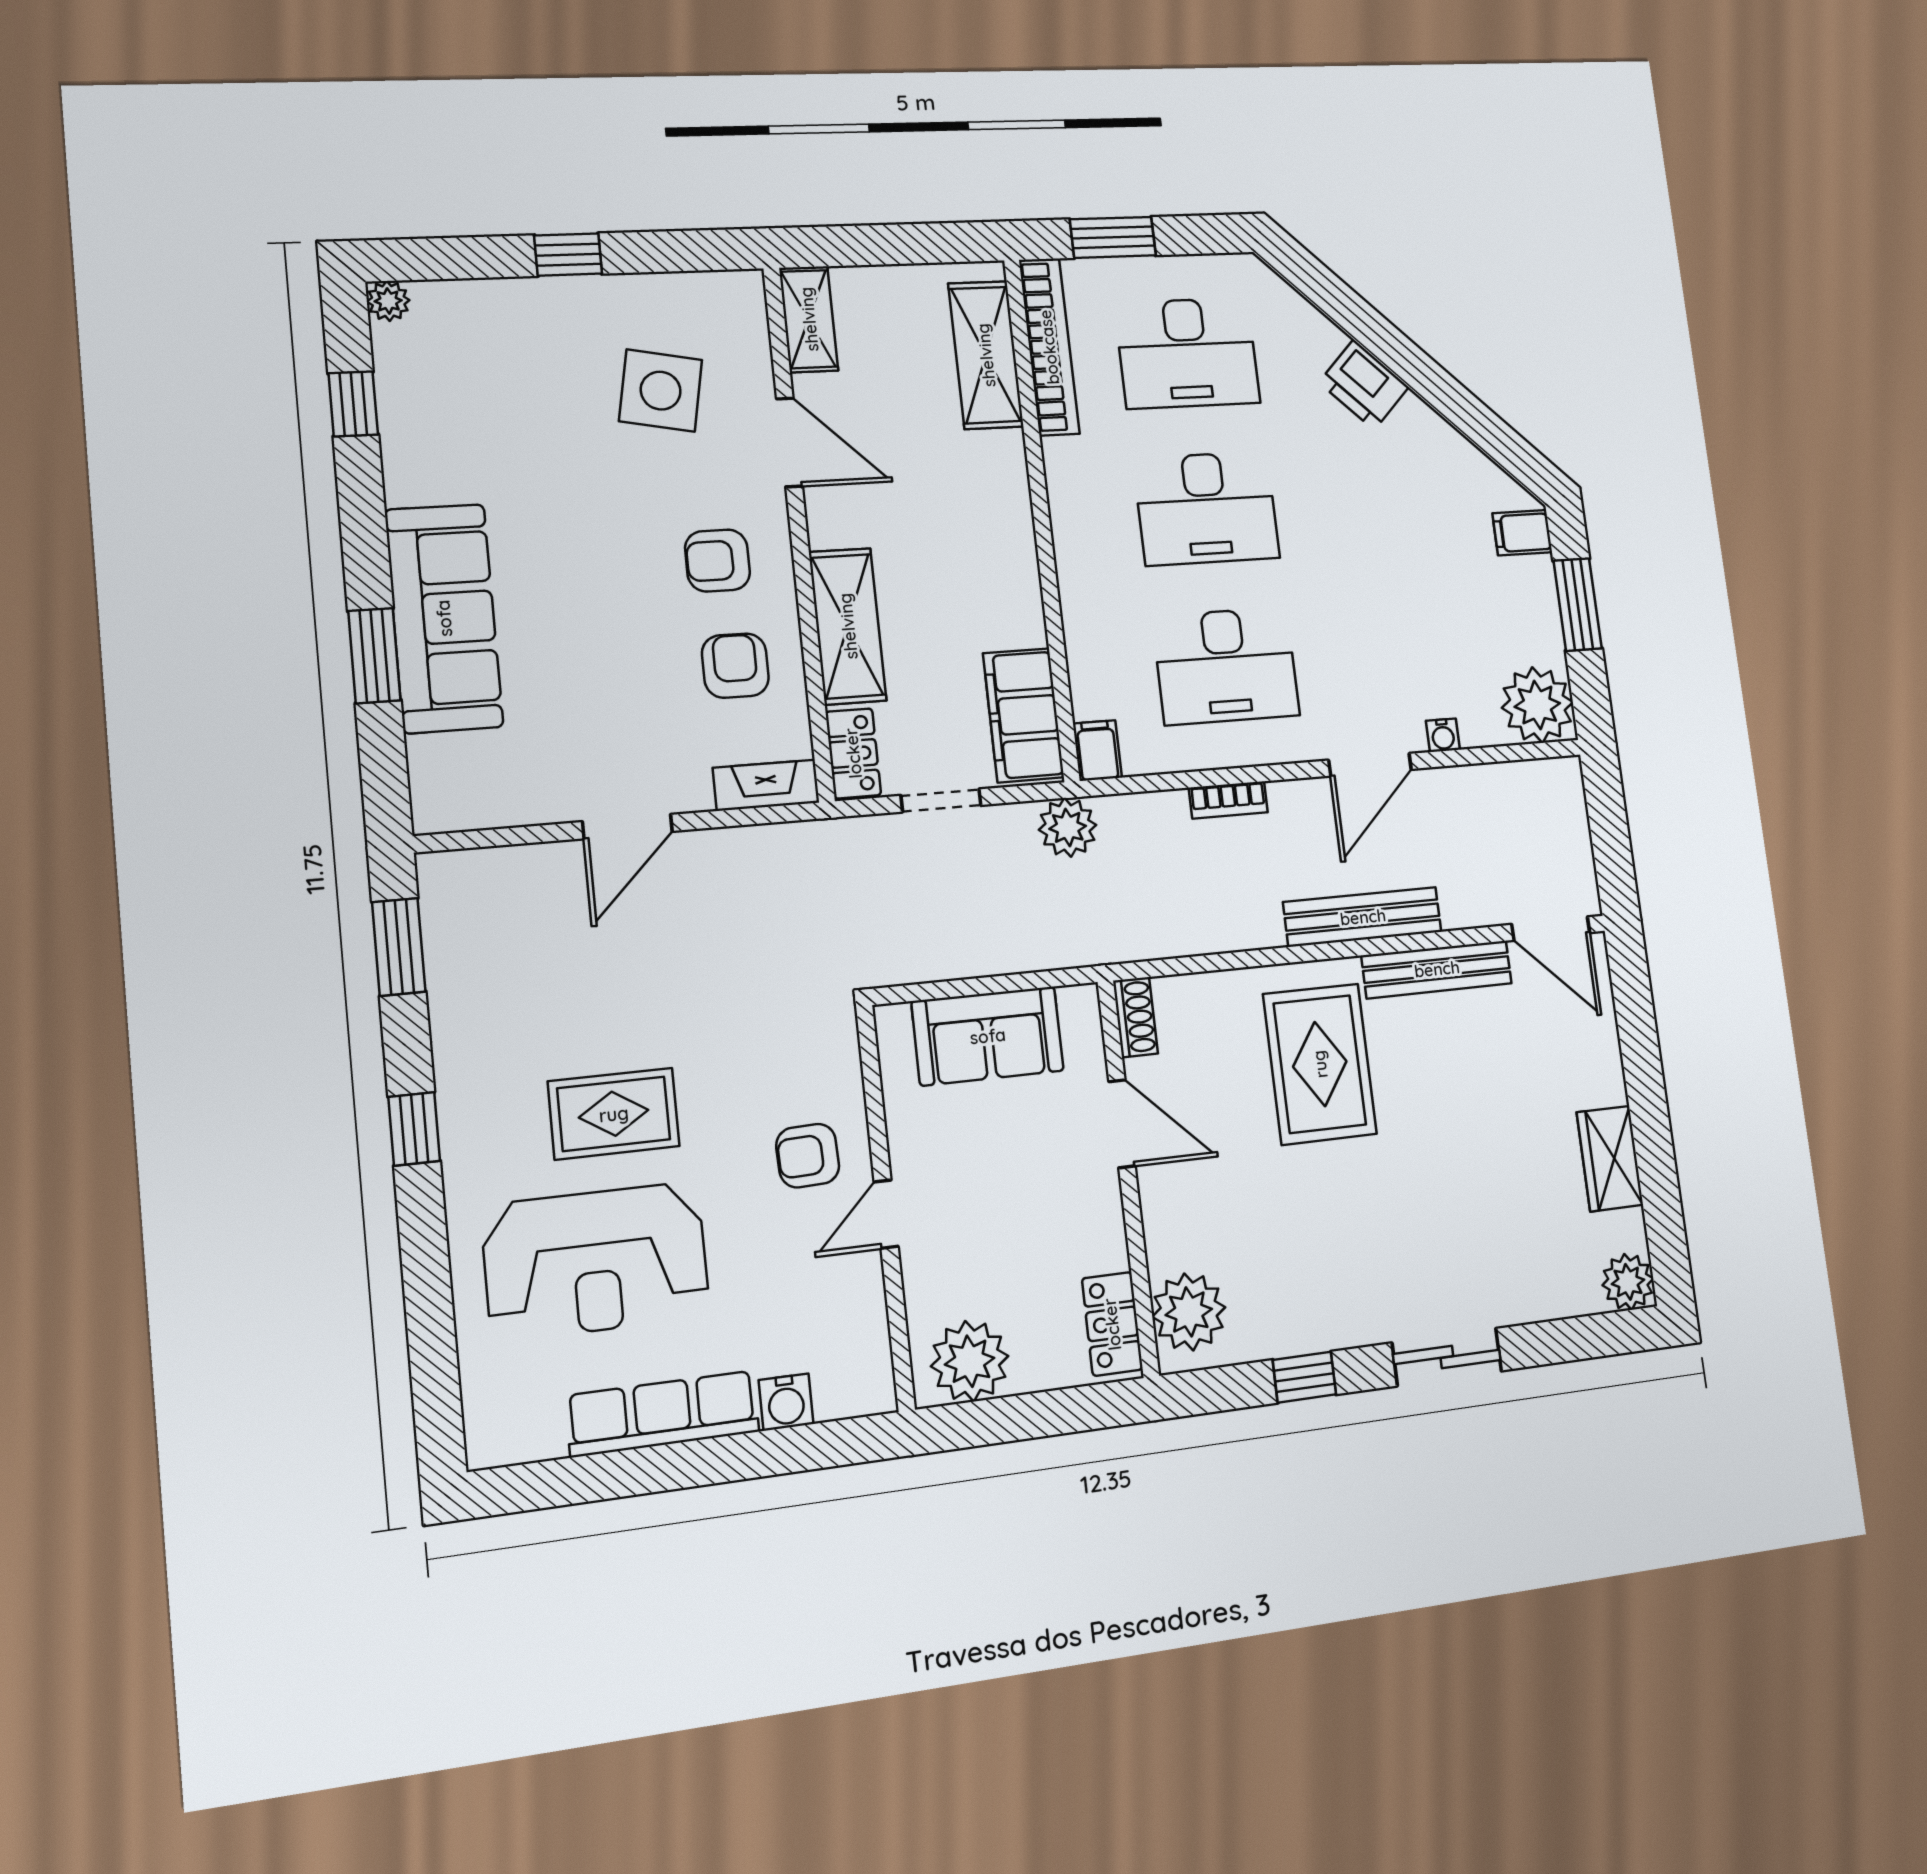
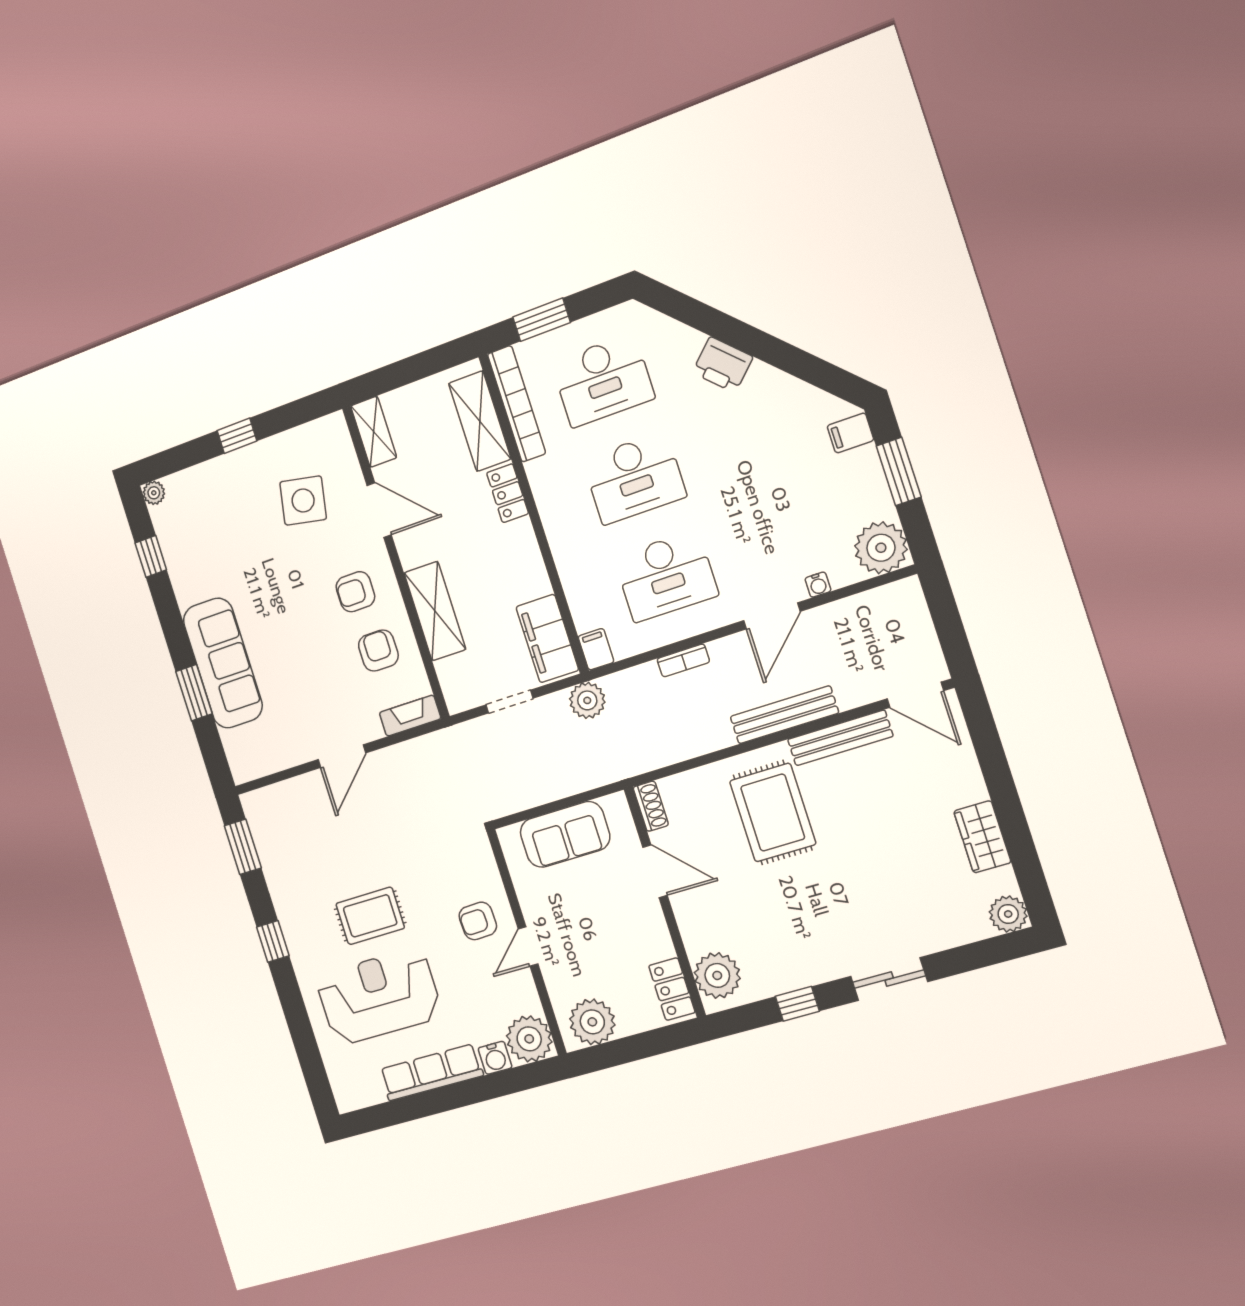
locker: (853, 753) -> (508, 493), moved, turned 180
reception desk: (596, 1261) -> (379, 996), turned 180
plant: (854, 1376) -> (529, 1039), added

